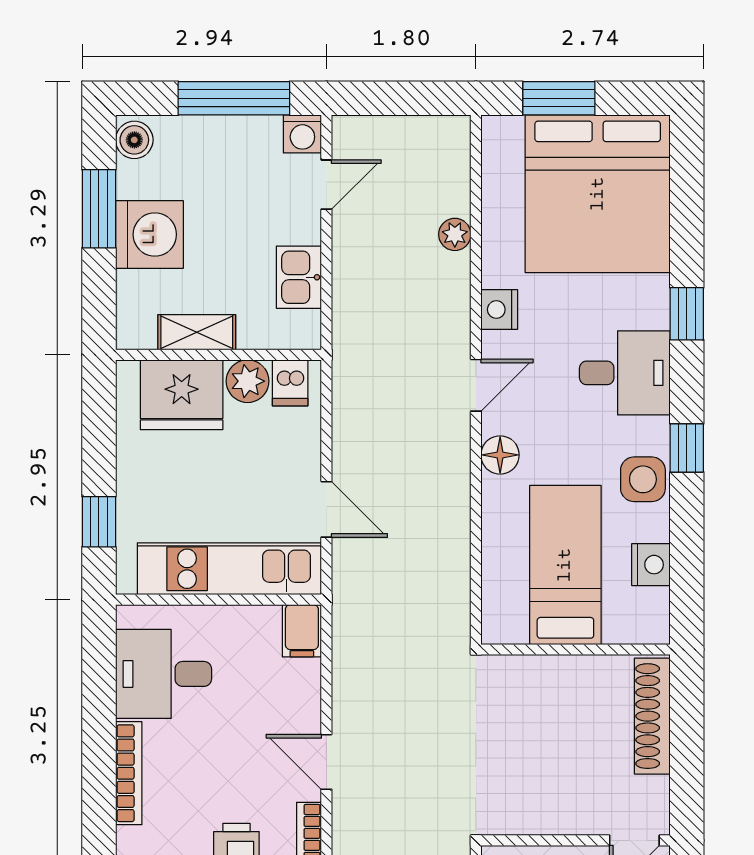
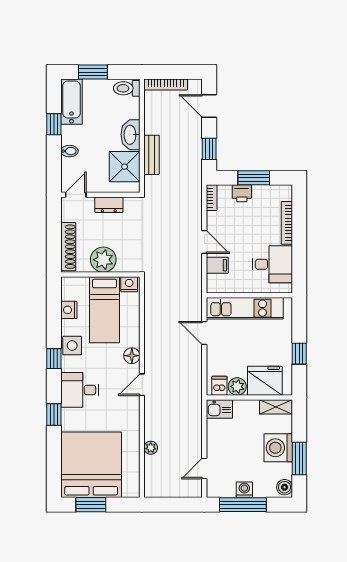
window: (559, 98) -> (91, 505), moved
washing machine: (302, 134) -> (244, 490), moved
kitchen sink: (299, 277) -> (219, 409), moved, turned 90
nightstand: (499, 310) -> (129, 284), moved, turned -90
shelving: (197, 332) -> (276, 407), moved
window: (99, 522) -> (299, 354), moved
filing cabinet: (302, 631) -> (217, 265), moved, turned 90
plant: (568, 685) -> (103, 260), added
door: (326, 762) -> (204, 242), moved
dresser: (555, 817) -> (109, 205), added

